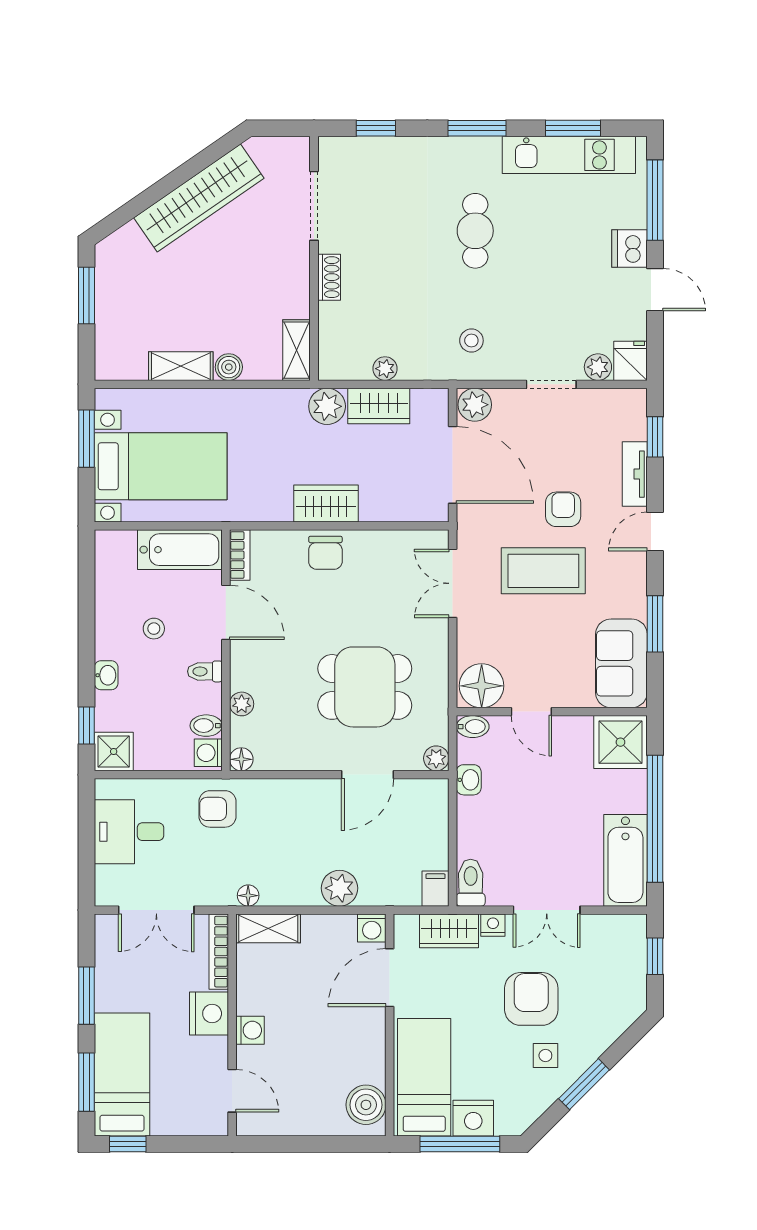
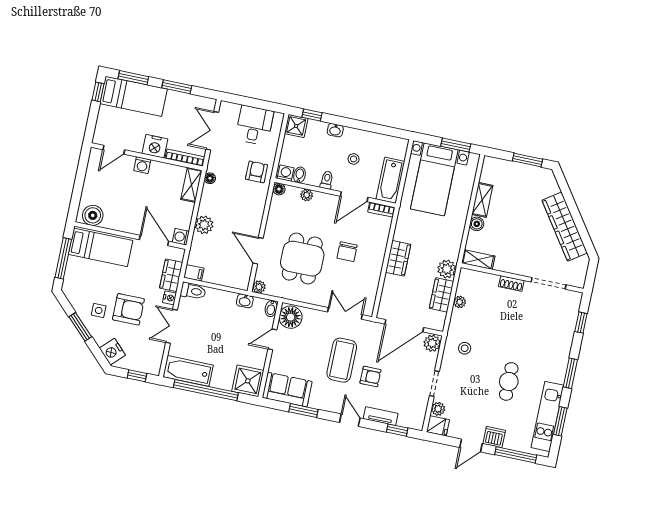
cafe table: (475, 231) -> (509, 381), moved, turned 90
chair: (325, 553) -> (347, 252), moved, turned -90
nightstand: (473, 1118) -> (112, 352), moved, turned -45

